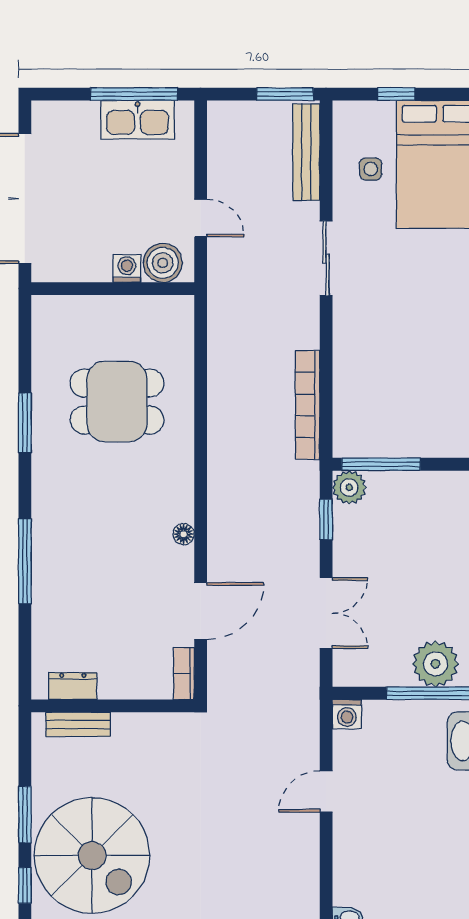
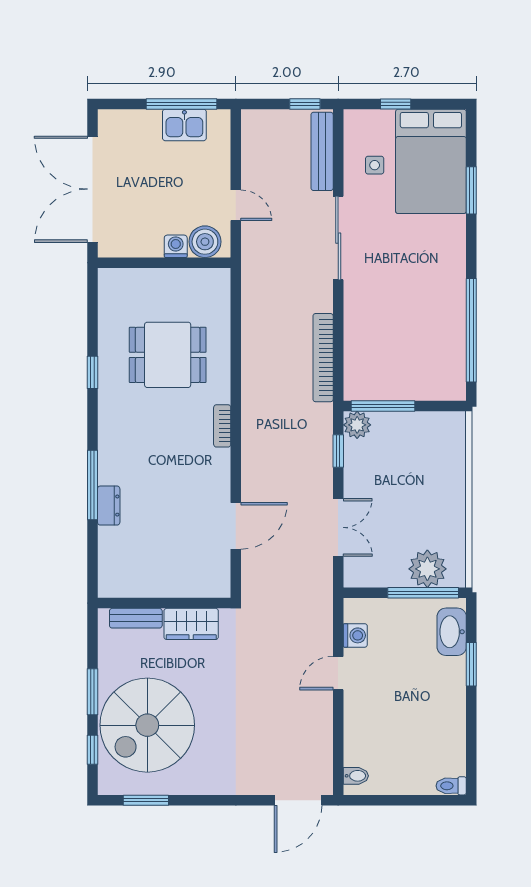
window: (285, 94) -> (305, 104), width x0.67
kitchen sink: (137, 120) -> (184, 125), width x0.73
sliding door: (326, 258) -> (338, 238), width x1.37
window: (25, 423) -> (93, 372), width x0.67
floor lamp: (184, 534) -> (222, 463), removed
bookcase: (184, 673) -> (222, 426), moved
dresser: (73, 686) -> (109, 506), moved, turned 90
washing machine: (347, 714) -> (355, 635), moved, turned -90
wardrobe: (146, 731) -> (191, 624), added
spiral stairs: (92, 855) -> (147, 725), turned 90

